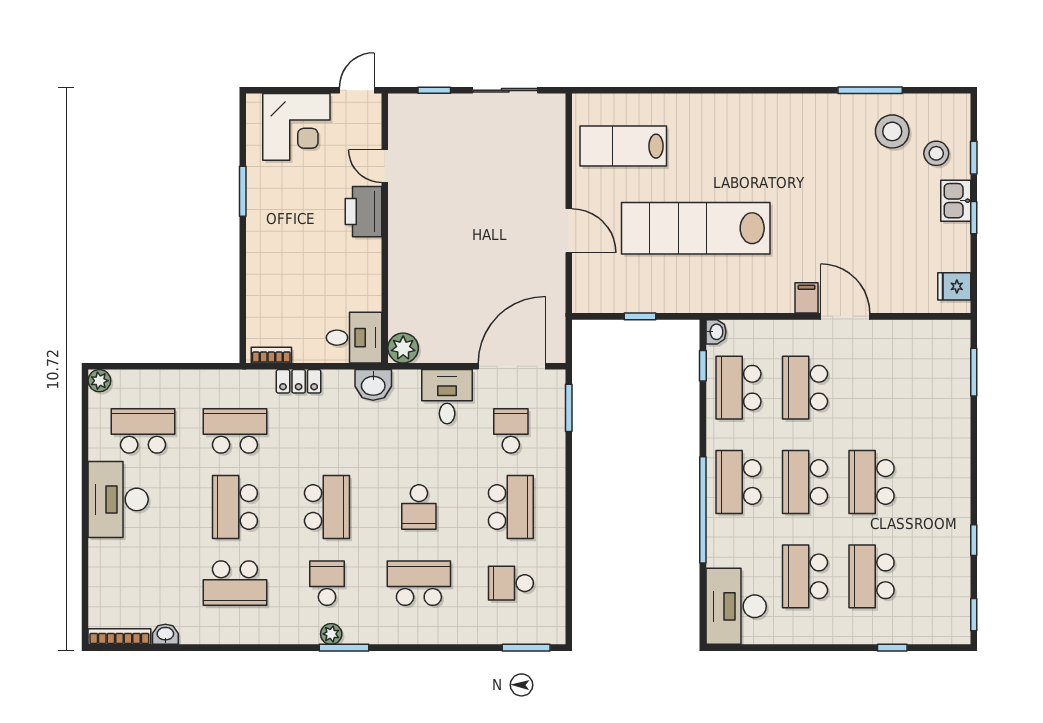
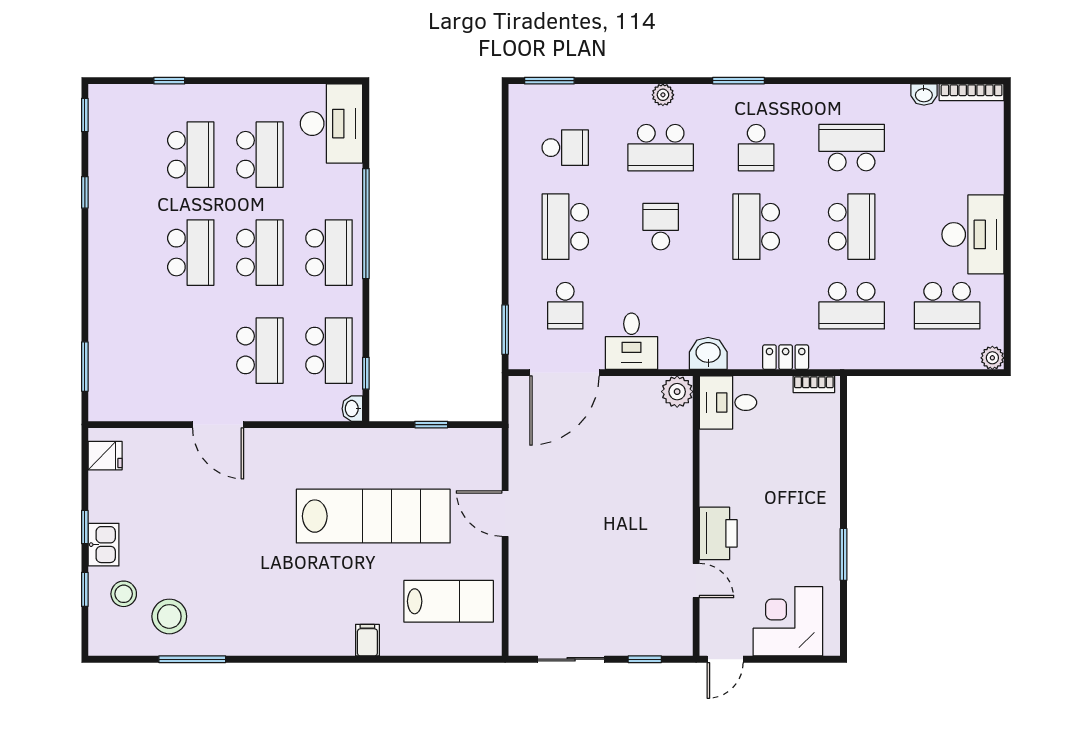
filing cabinet: (807, 298) -> (367, 640), moved, turned 180
plant: (331, 634) -> (663, 95), moved

